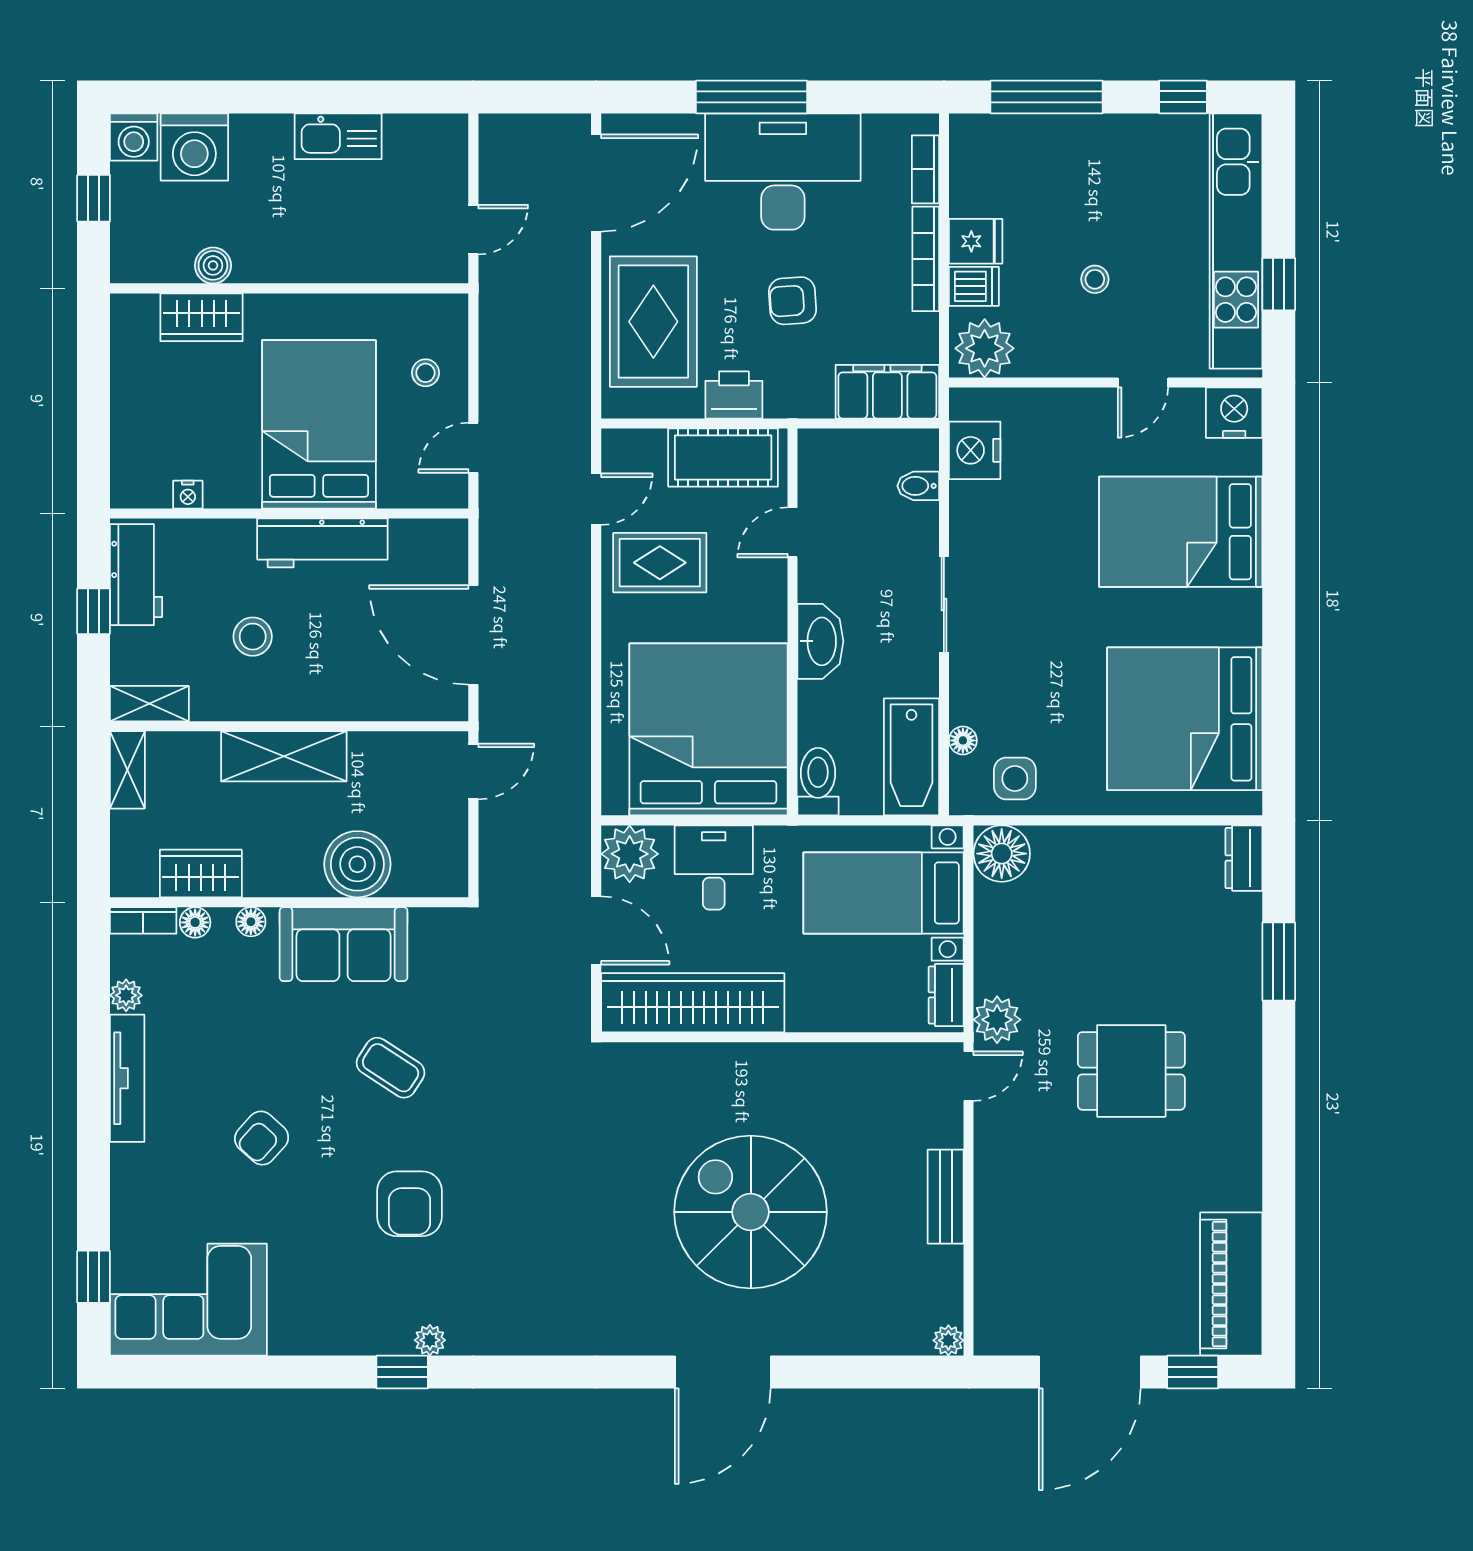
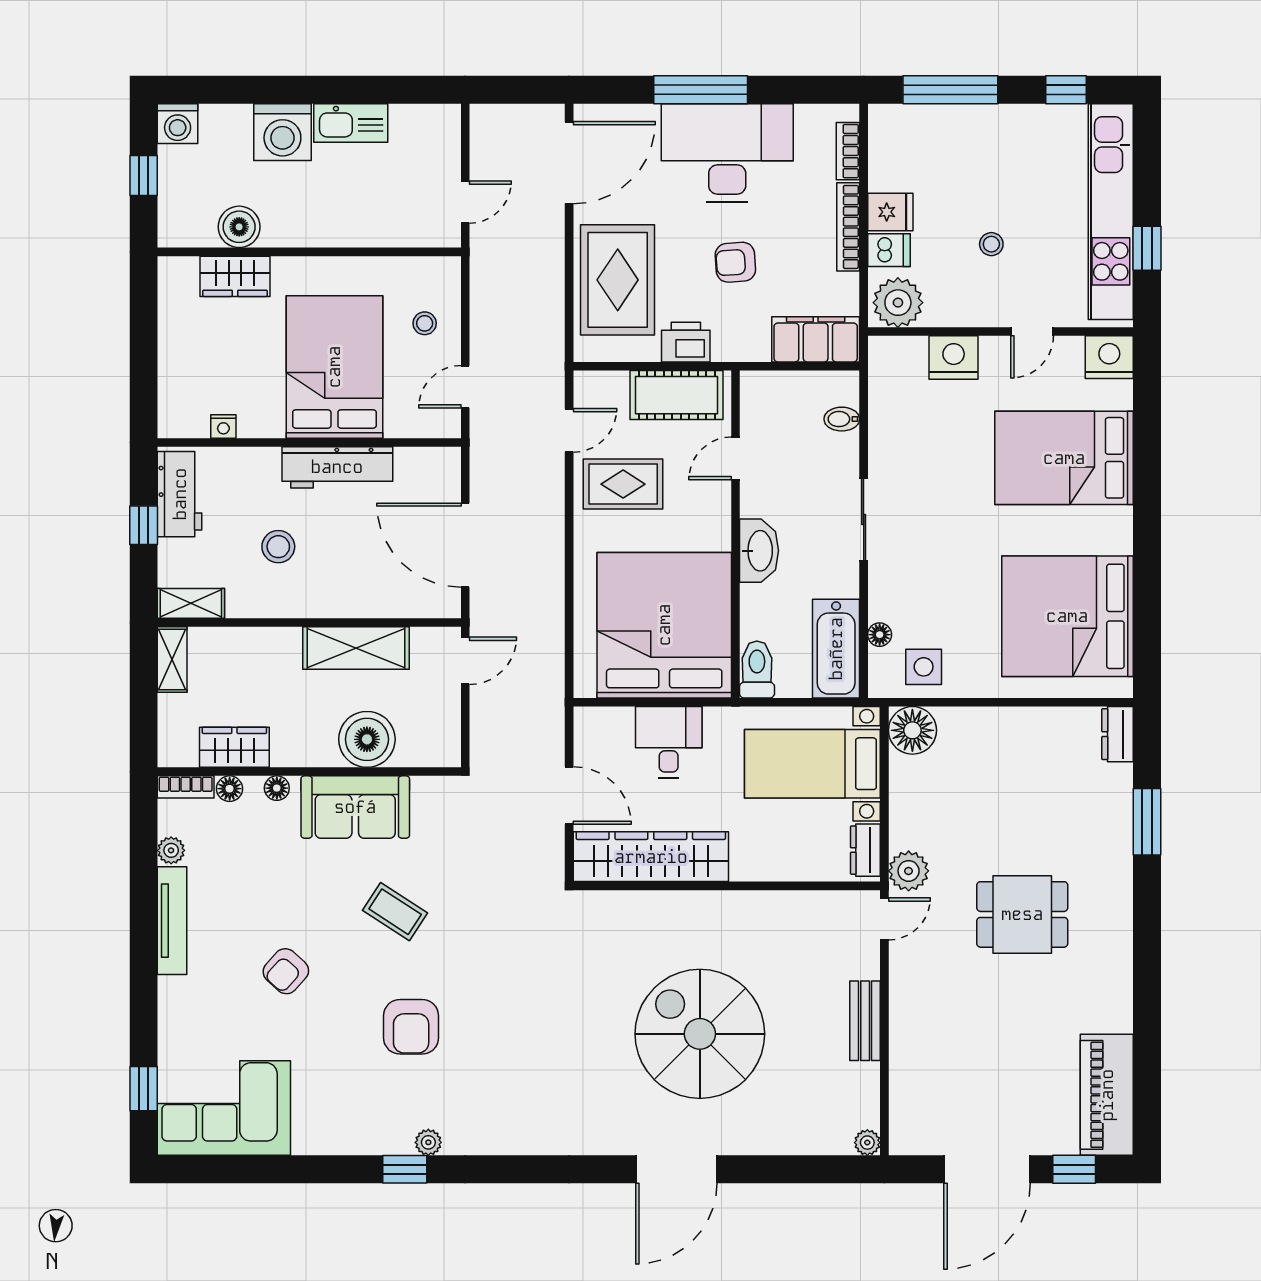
washing machine: (194, 147) -> (282, 132), moved
boiler: (213, 265) -> (239, 227), width x1.36, depth x1.36
nightstand: (975, 450) -> (954, 358), moved, turned 90
shelving: (284, 756) -> (356, 648), moved
plant: (630, 854) -> (597, 731), removed

